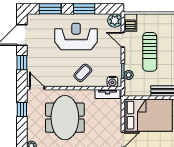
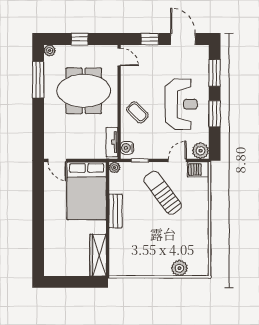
sun lounger: (150, 52) -> (163, 193), turned 53
plant: (129, 75) -> (115, 167), moved
door: (37, 88) -> (119, 57), hinge flipped
window: (22, 110) -> (80, 39), moved

